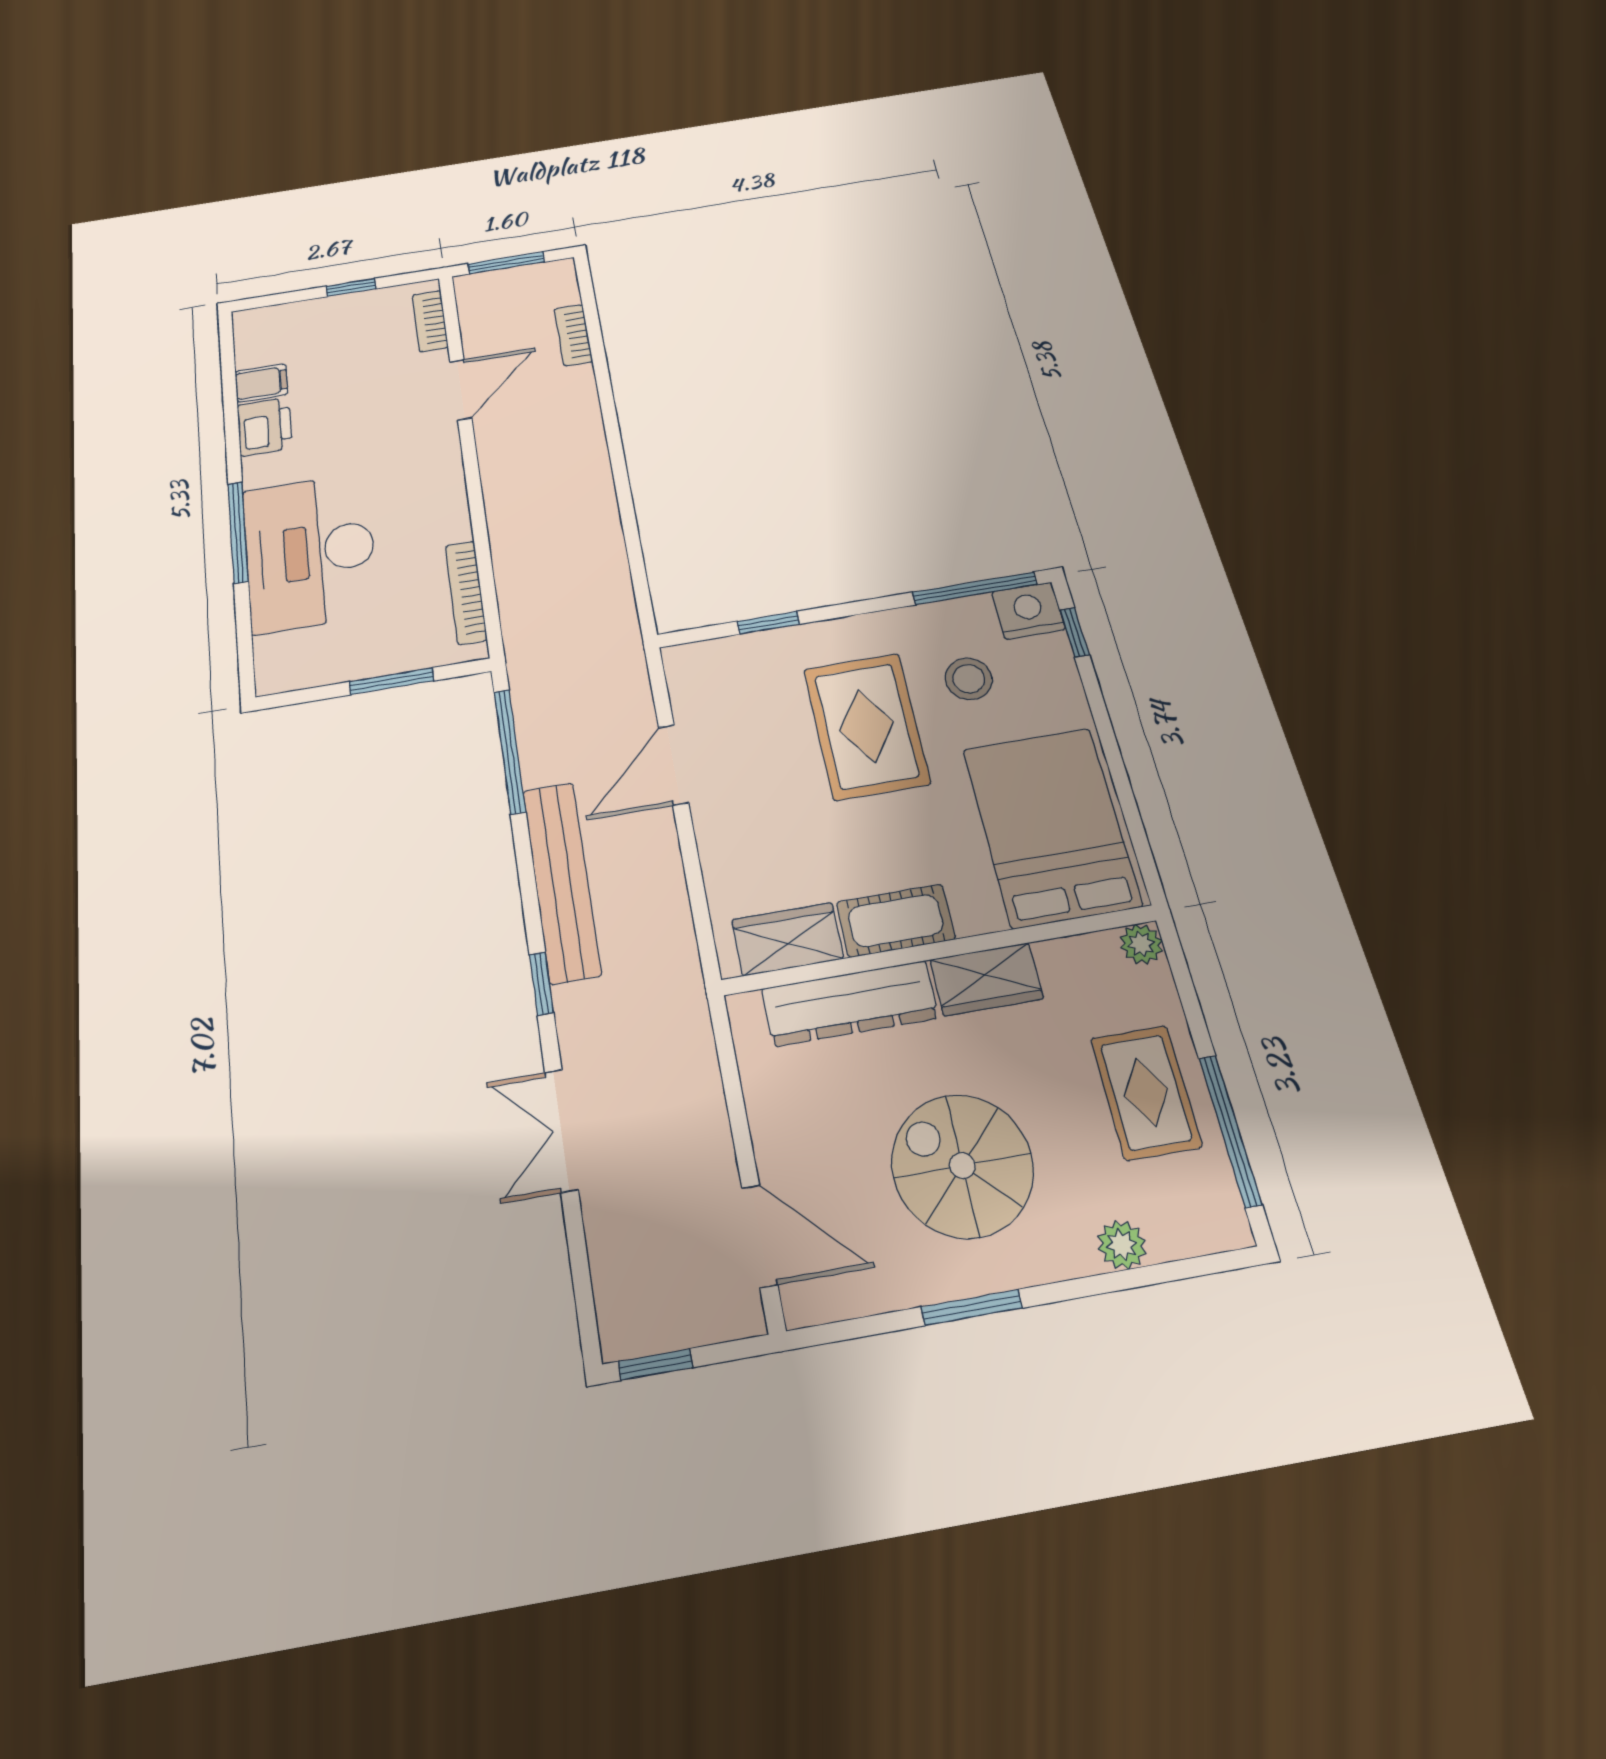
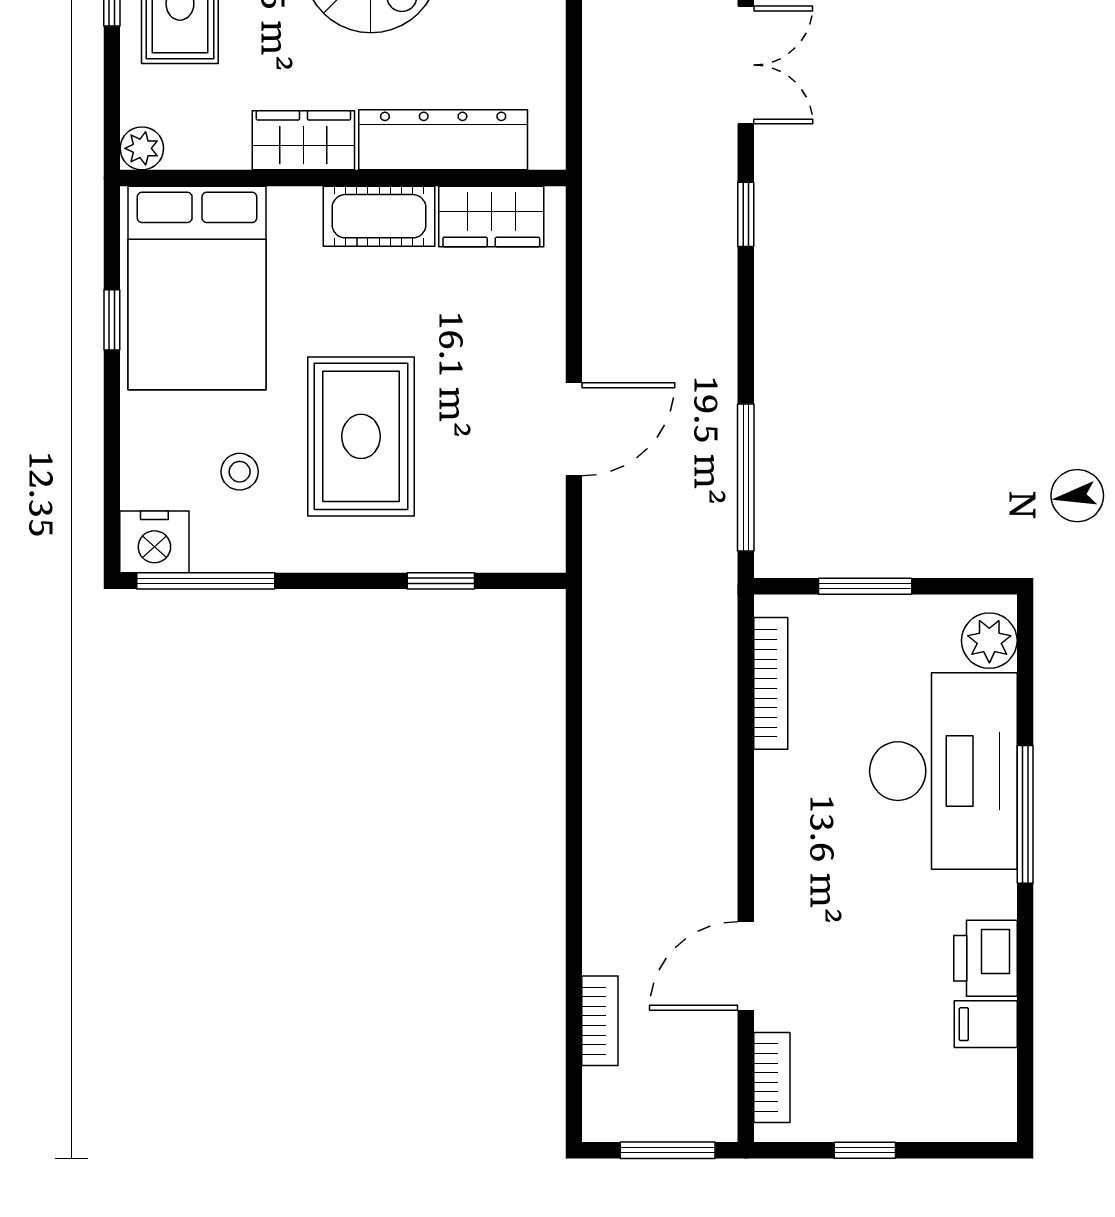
window: (1075, 632) -> (112, 320), moved
plant: (278, 657) -> (989, 641), added
stool: (969, 679) -> (240, 472), width x0.73, depth x0.73
bench: (561, 881) -> (711, 320), removed

